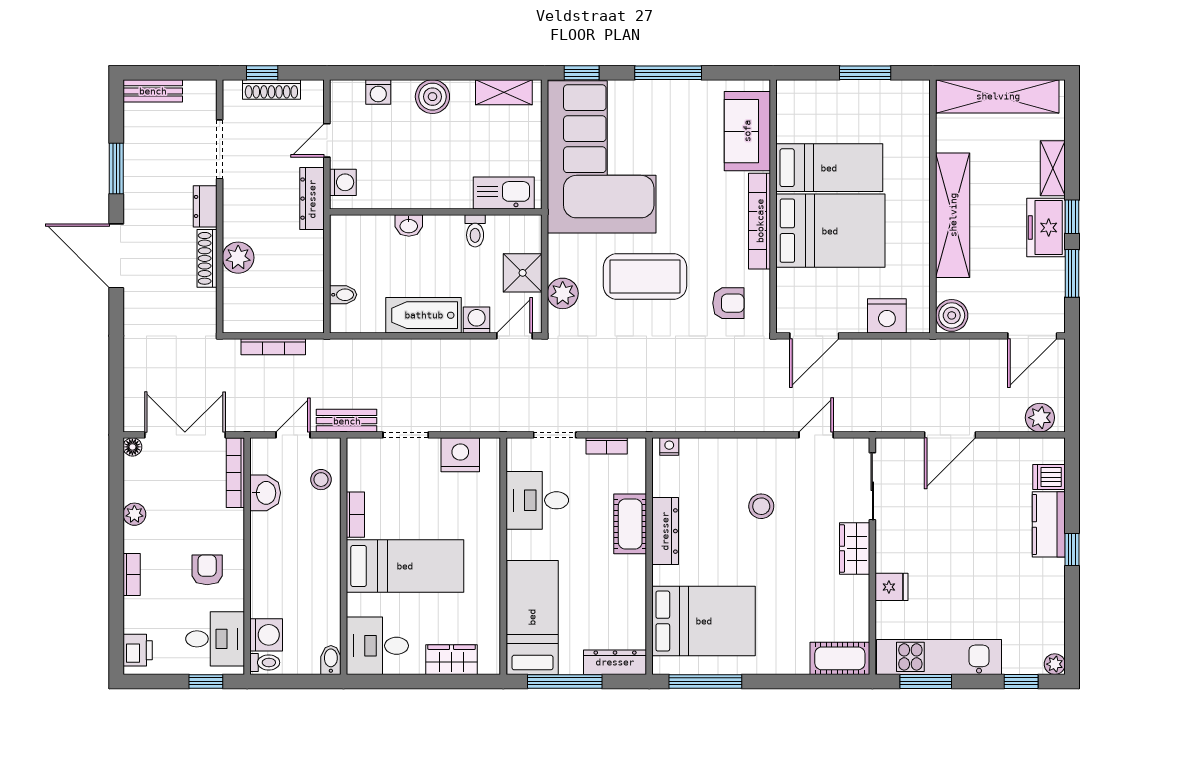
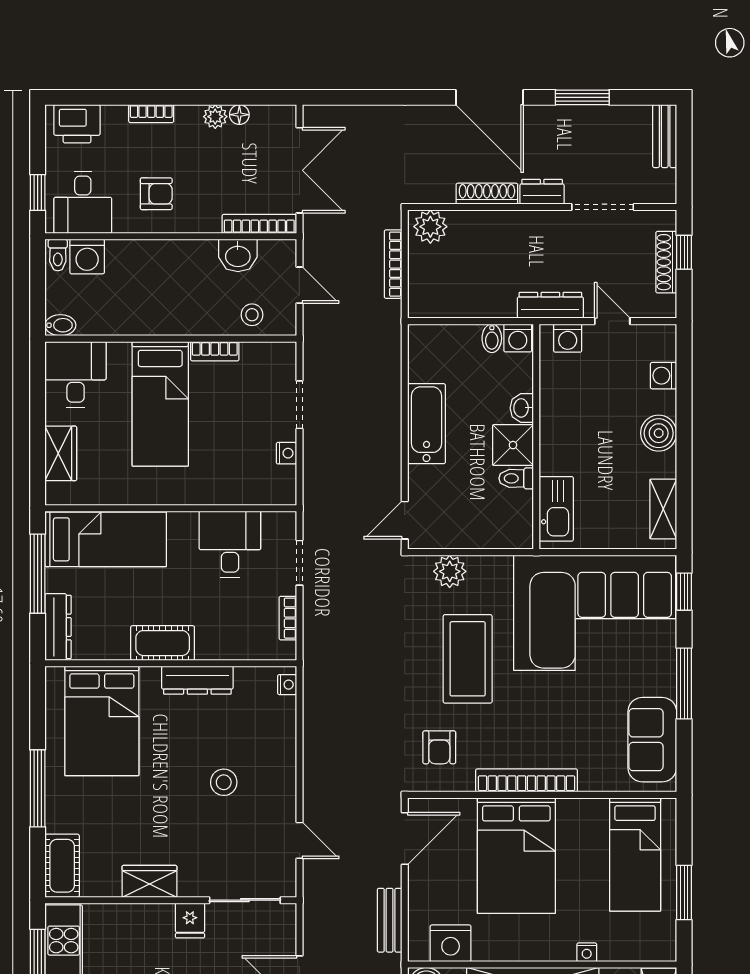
sofa: (747, 131) -> (652, 740), moved, turned -90
nightstand: (921, 164) -> (587, 952), added
bed: (829, 168) -> (635, 855), moved
door: (116, 256) -> (490, 97), swing flipped
plant: (238, 258) -> (430, 227), moved
shower: (523, 273) -> (513, 445), moved
bidet: (343, 295) -> (492, 338), moved
nightstand: (887, 316) -> (451, 943), moved, turned -90
washing machine: (477, 320) -> (518, 338), moved, turned 90
door: (514, 336) -> (405, 520), swing flipped
door: (814, 336) -> (405, 839), swing flipped
bench: (347, 421) -> (390, 920), moved
floor lamp: (132, 447) -> (239, 115), moved
nightstand: (460, 455) -> (286, 453), width x0.53, depth x0.56
cot: (630, 524) -> (163, 643), moved
wardrobe: (855, 549) -> (149, 881), moved
fridge: (891, 587) -> (190, 921), moved
printer: (138, 650) -> (77, 124), width x1.36, depth x1.24
window: (705, 681) -> (38, 788), moved

